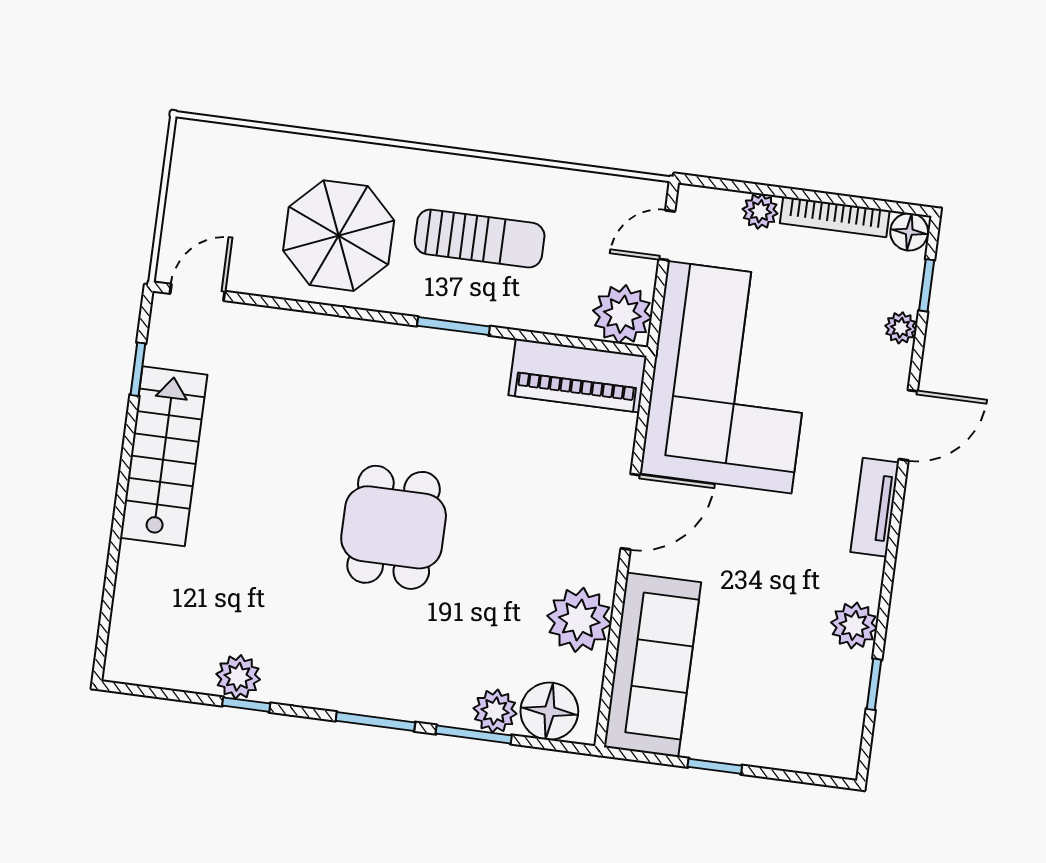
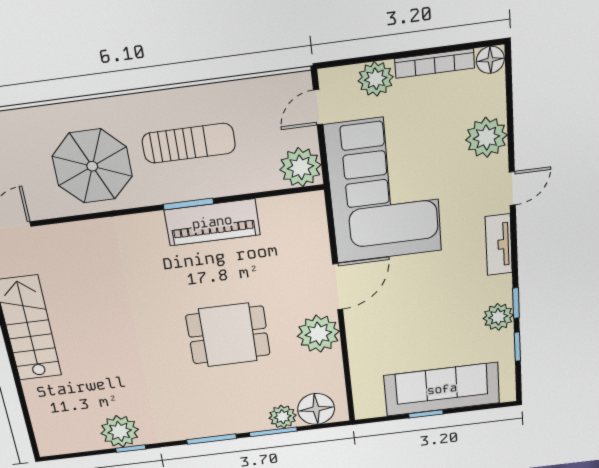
plant: (760, 211) -> (376, 79), width x1.38, depth x1.38
window: (927, 285) -> (516, 303), moved
plant: (901, 328) -> (486, 137), width x1.88, depth x1.88
piano: (578, 376) -> (212, 222), moved
door: (908, 425) -> (512, 189), width x0.73
dining table: (394, 527) -> (228, 335), moved, turned 90
plant: (579, 620) -> (318, 334), moved
sofa: (652, 665) -> (442, 389), moved, turned -90
plant: (238, 677) -> (120, 431), width x1.36, depth x1.36

